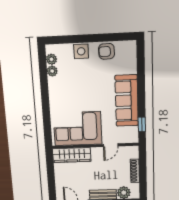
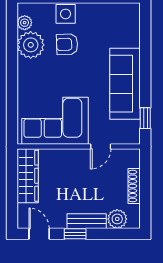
armchair: (106, 51) -> (67, 44), moved
plant: (52, 71) -> (31, 45), width x1.87, depth x1.87
wardrobe: (72, 155) -> (28, 176), moved, turned -90

